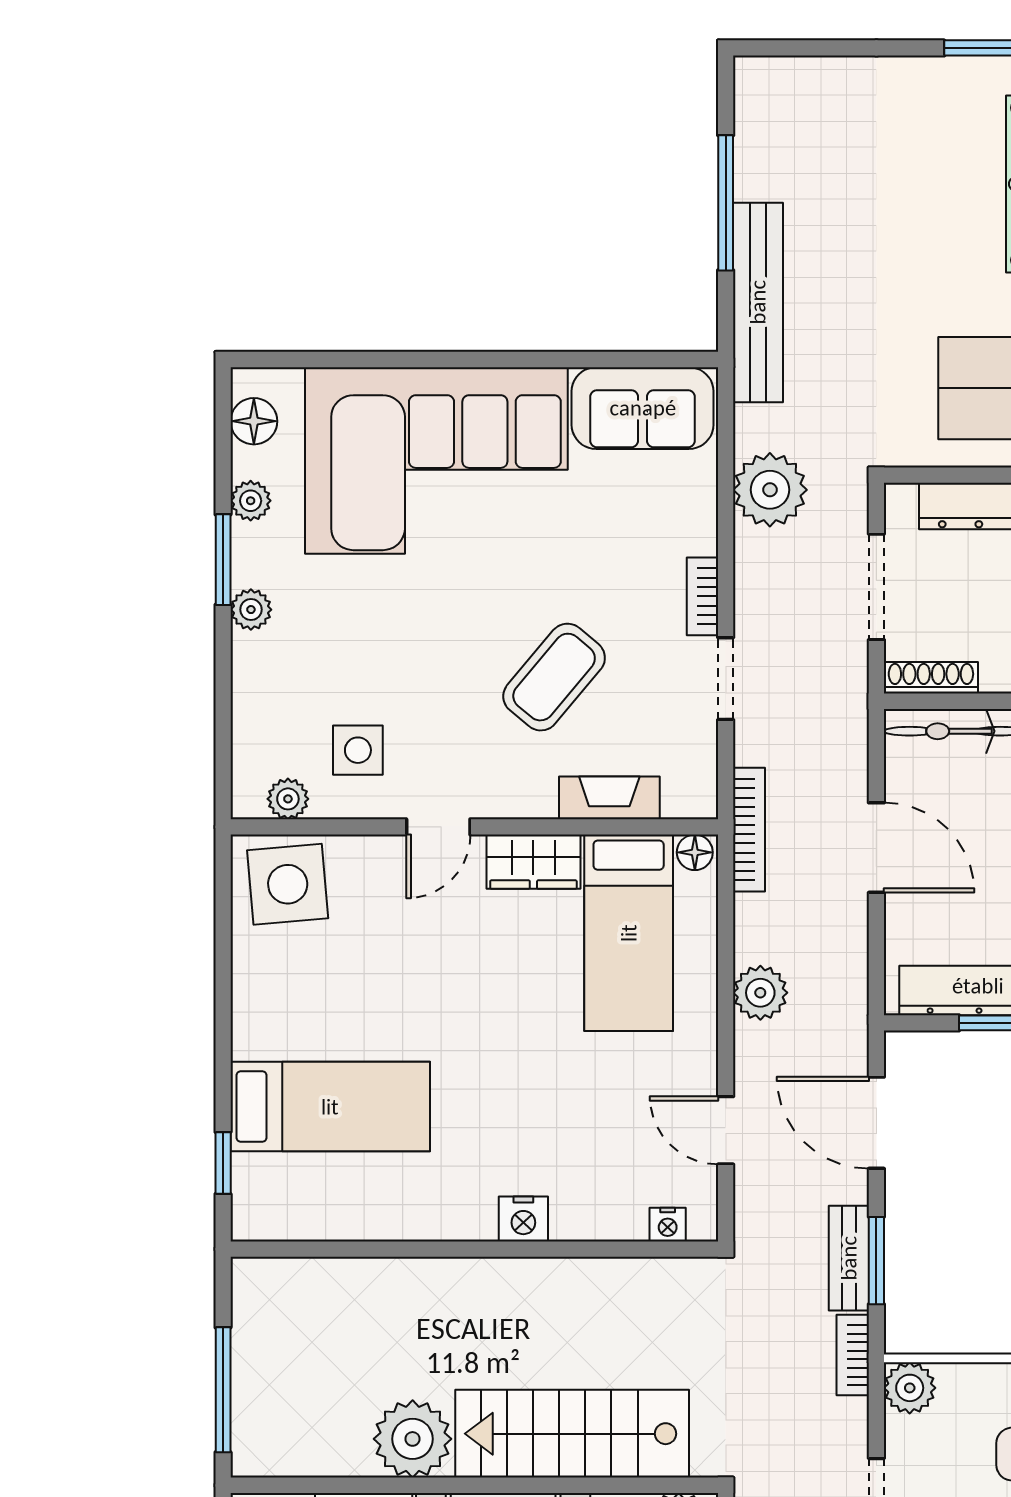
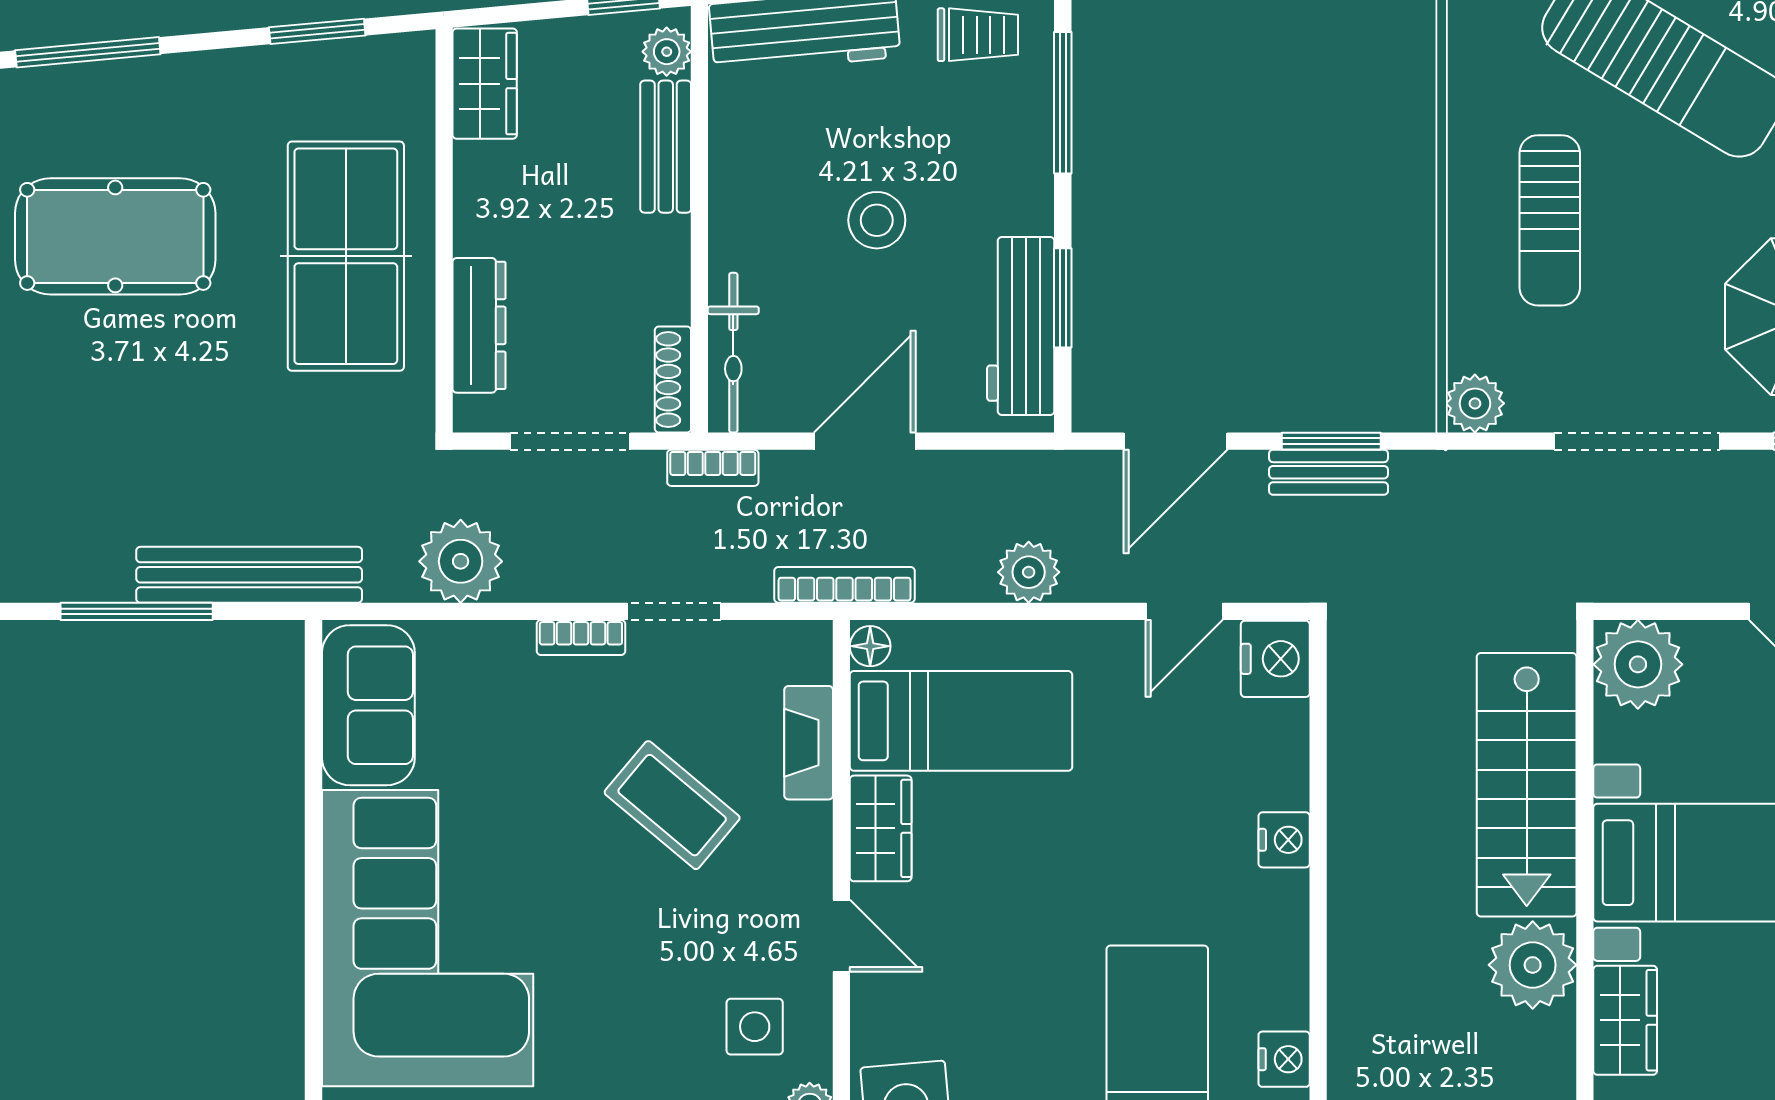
nightstand: (329, 1219) -> (1284, 1059), added
nightstand: (668, 1225) -> (1275, 659), width x1.89, depth x1.79
bookcase: (853, 1355) -> (713, 468), moved

